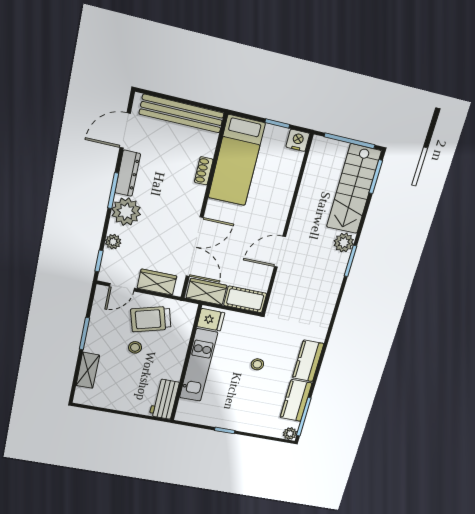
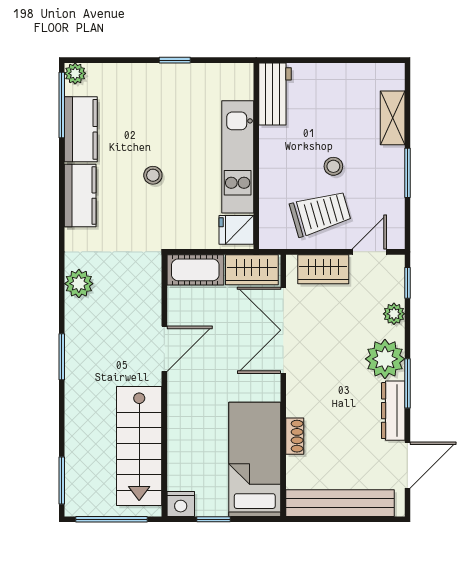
stairs: (354, 189) -> (139, 446), moved, turned 180
plant: (344, 243) -> (79, 284), moved

